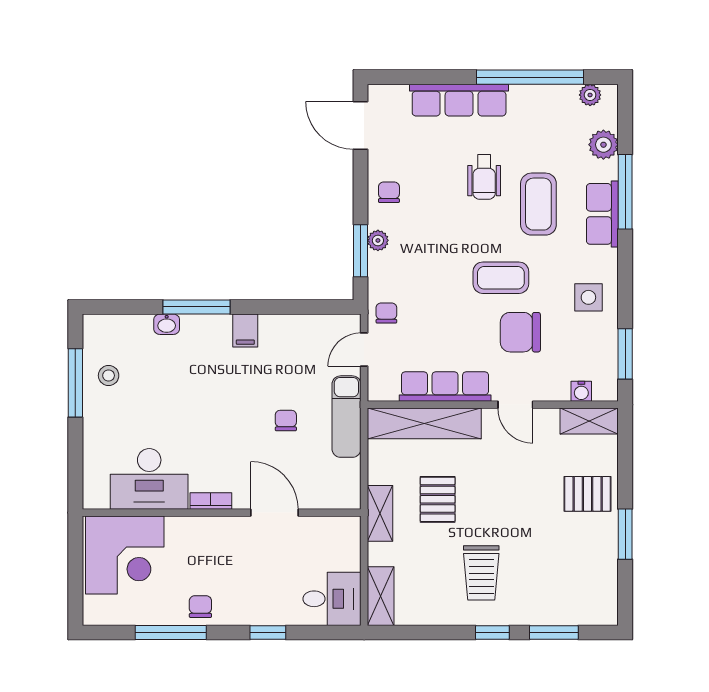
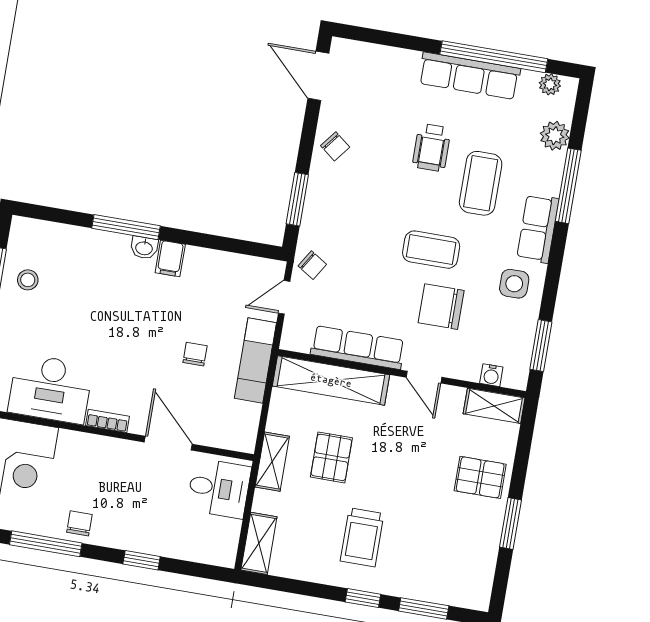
row of seats: (459, 100) -> (469, 76), moved
chair: (389, 192) -> (335, 146), turned 128
row of seats: (602, 214) -> (538, 229), moved
plant: (378, 240) -> (316, 192), removed
chair: (386, 313) -> (312, 265), turned 122
washbasin: (167, 324) -> (144, 248), moved
desk: (332, 599) -> (219, 488), moved

